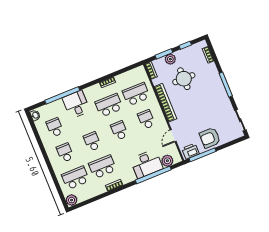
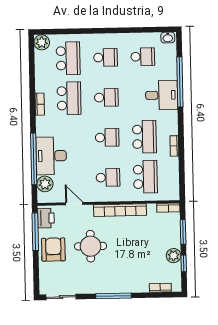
plant: (170, 59) -> (174, 256), moved
round table: (184, 79) -> (91, 246), moved

